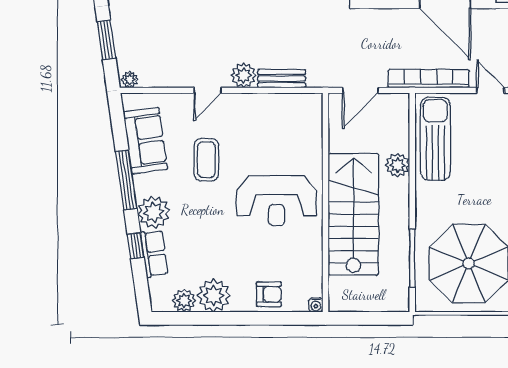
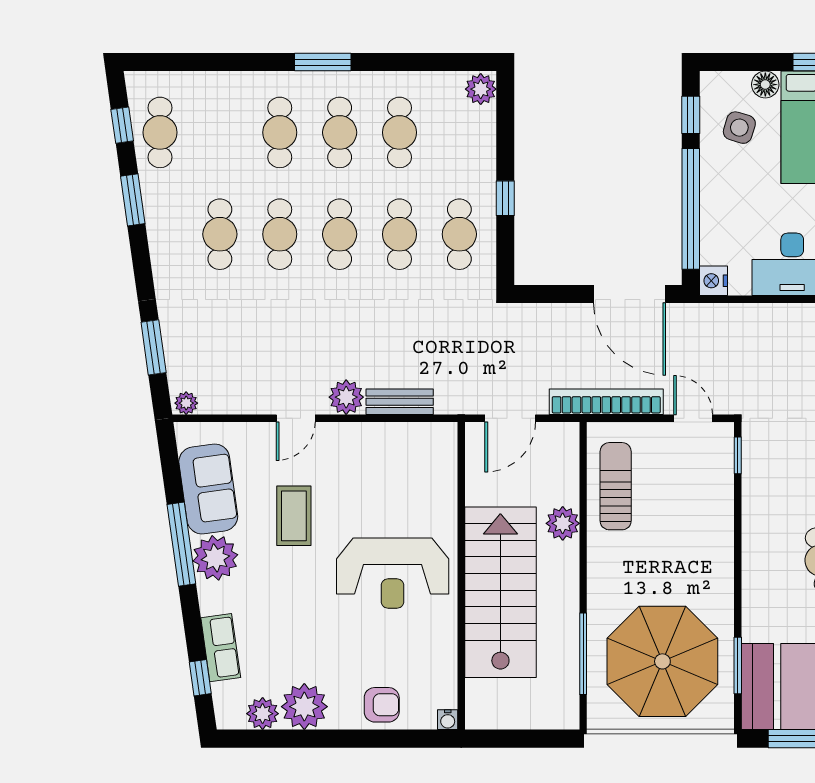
sun lounger: (435, 139) -> (616, 486), width x0.73, depth x0.75
plant: (154, 212) -> (215, 558), moved
window: (136, 246) -> (200, 678), moved

